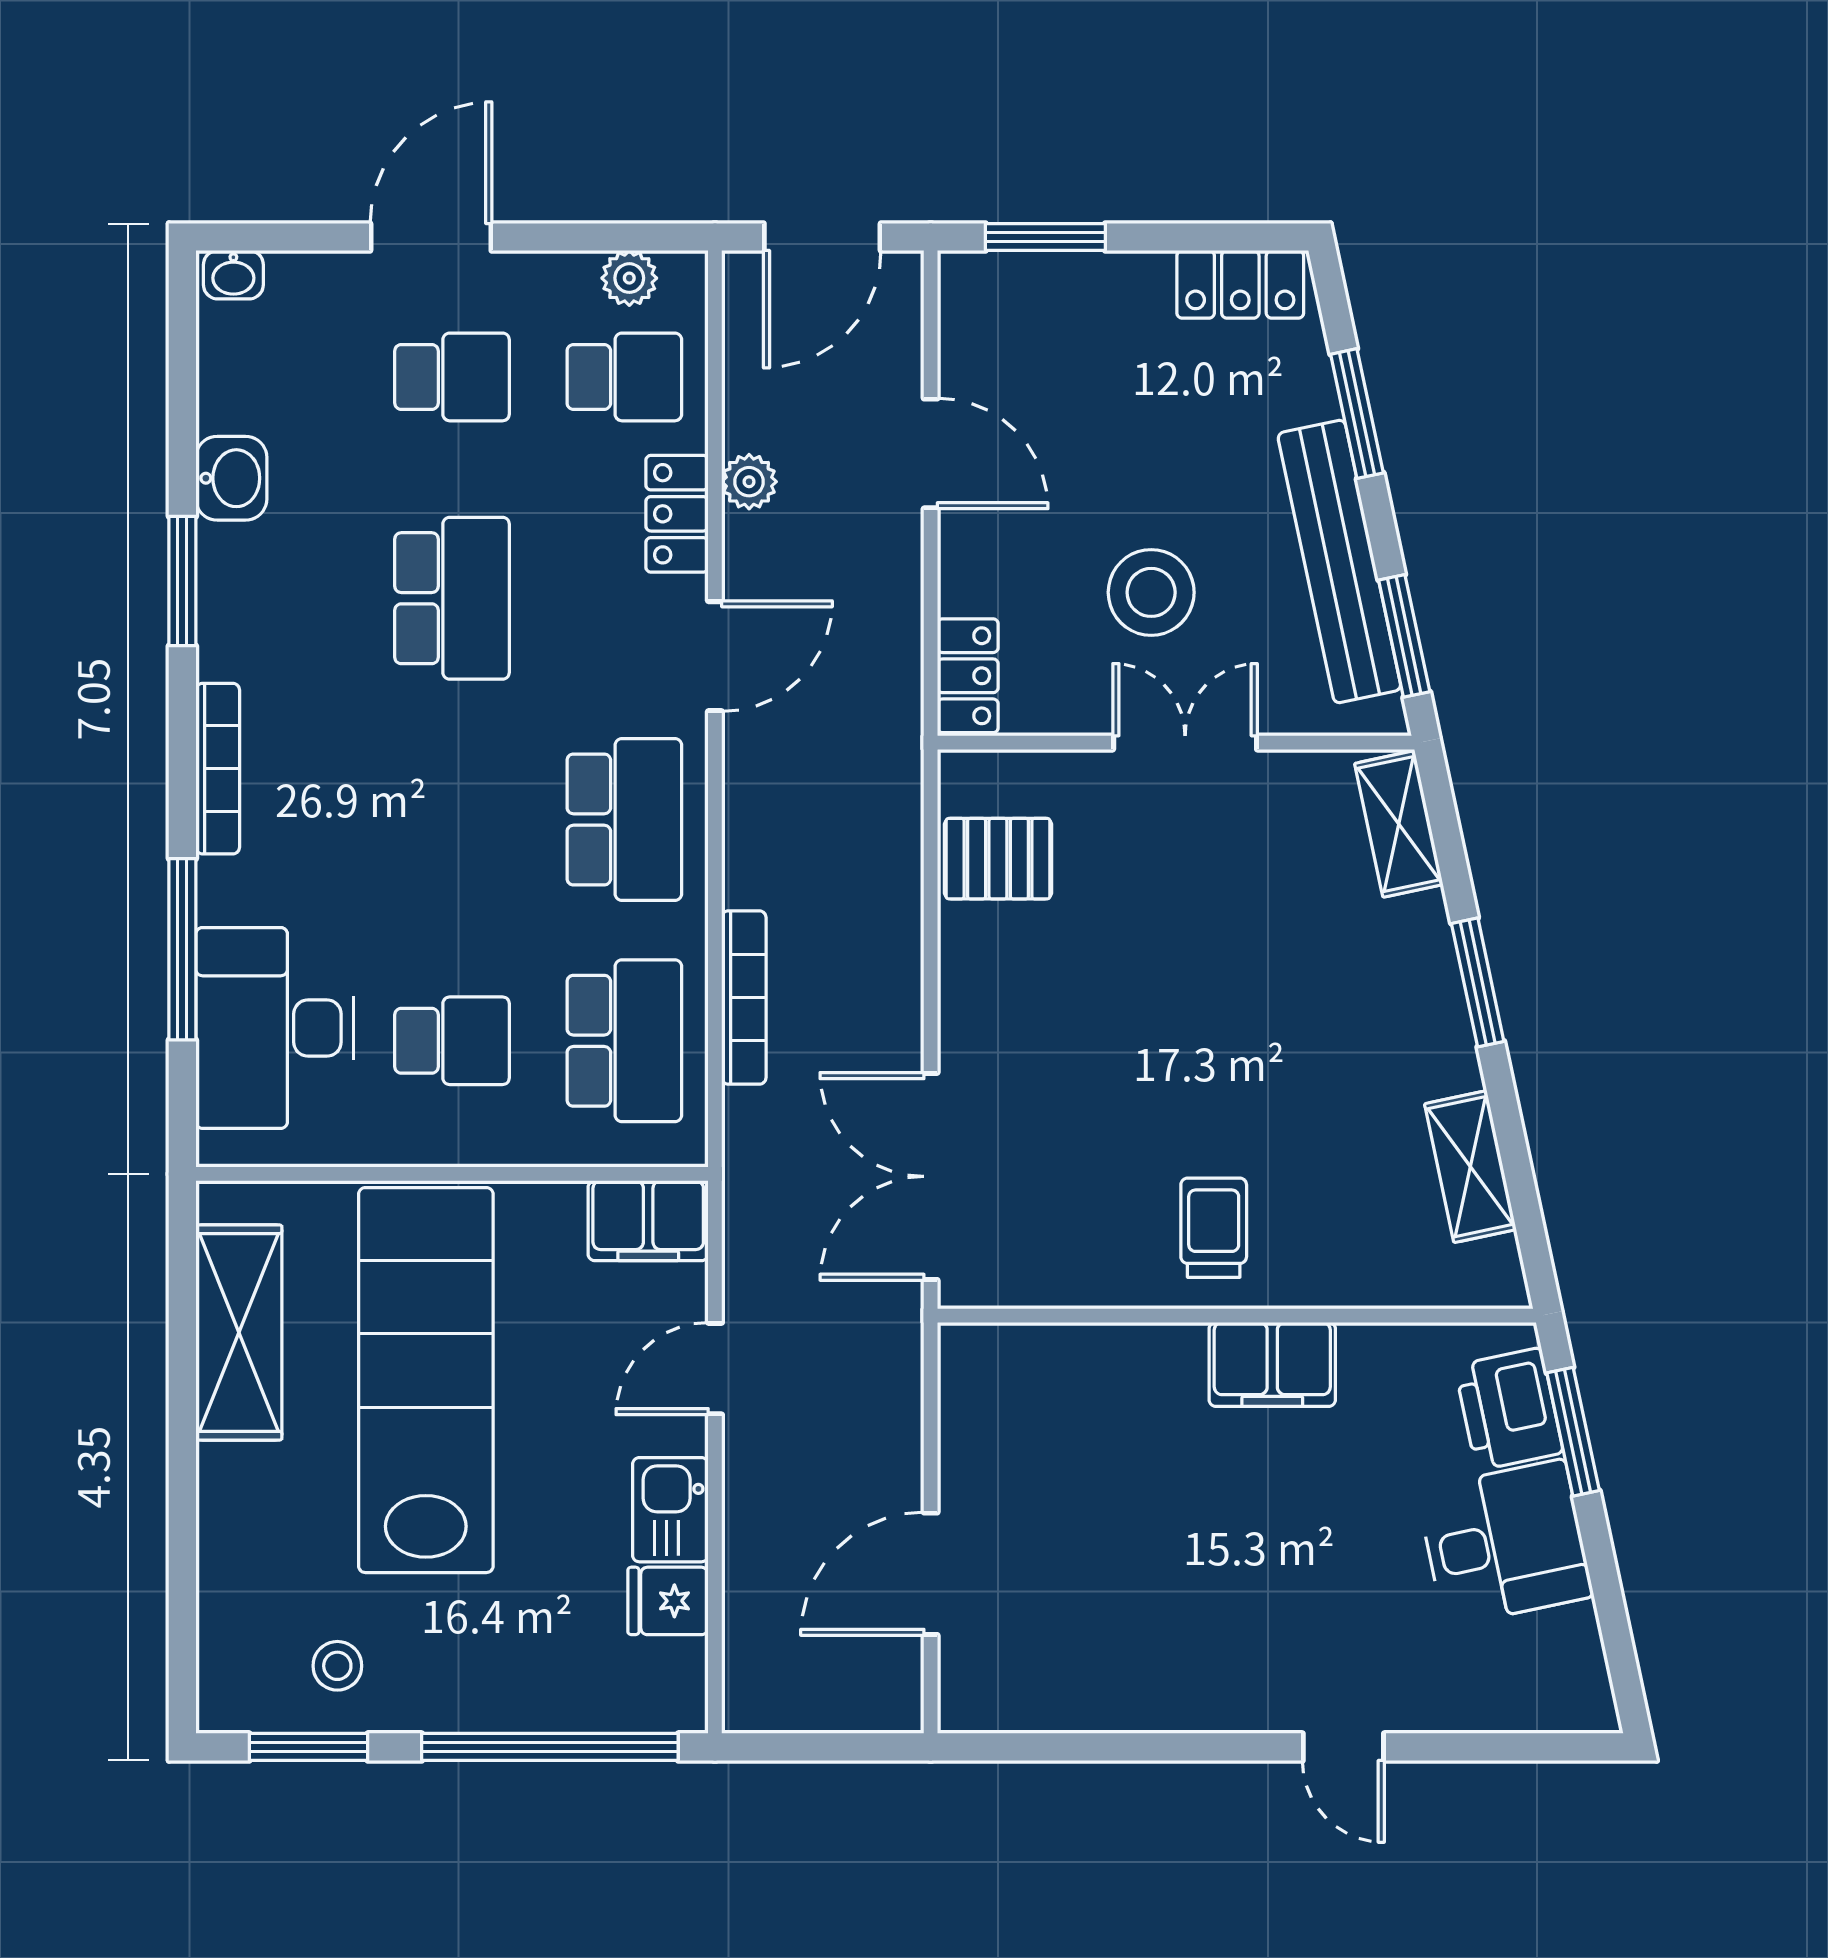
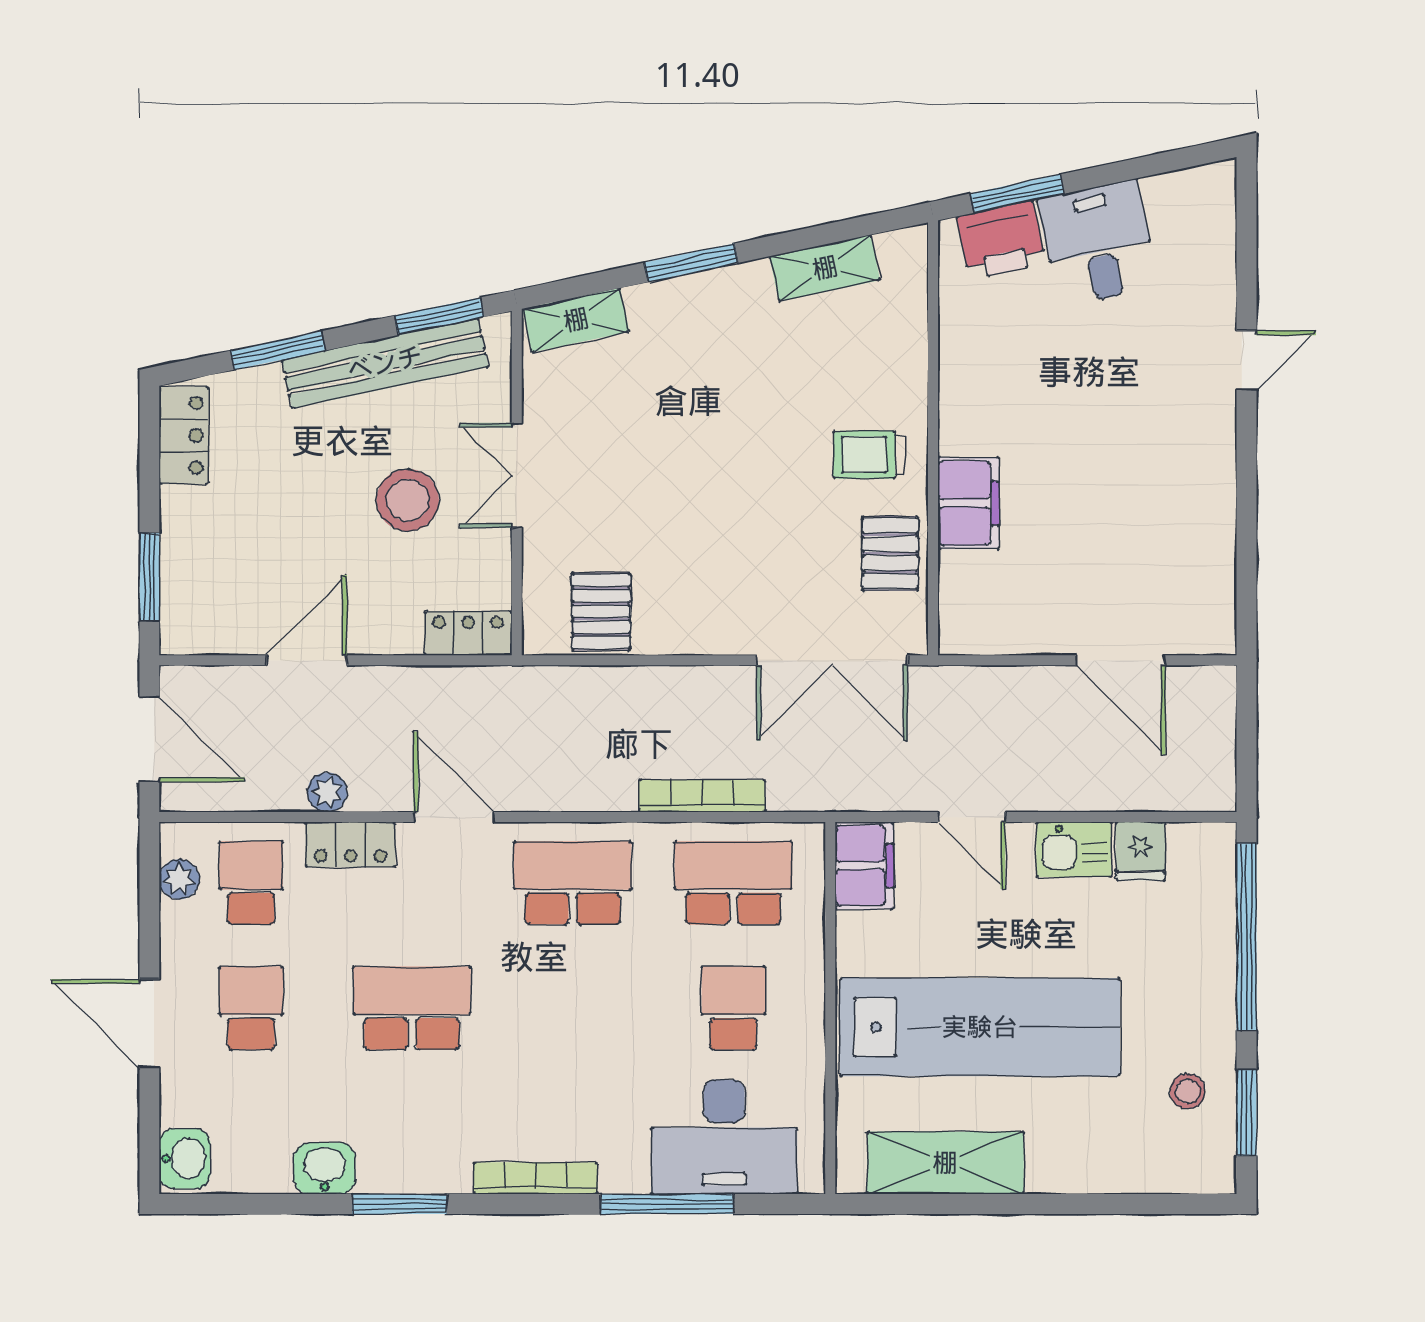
washbasin: (233, 275) -> (185, 1159), width x1.38, depth x1.45
pallet: (1078, 1257) -> (890, 553), added
filing cabinet: (1272, 1364) -> (969, 503), moved
lab bench: (426, 1380) -> (980, 1027), turned 180

